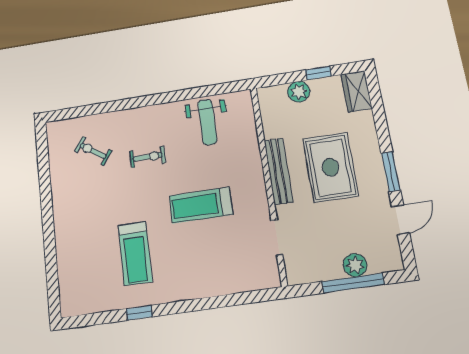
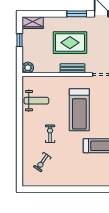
plant: (299, 92) -> (28, 68), moved
bench: (278, 171) -> (72, 68), width x0.73
treadmill: (201, 205) -> (79, 110), width x1.37, depth x1.38

